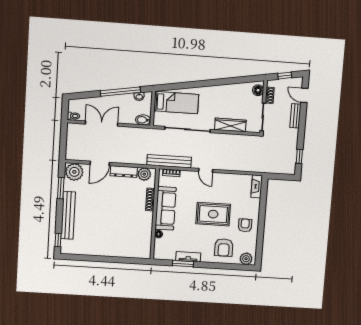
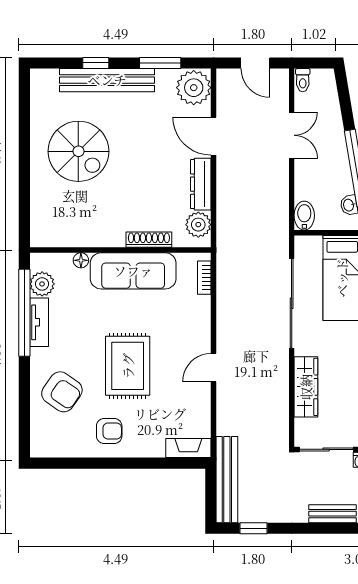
double door: (102, 124) -> (292, 135), width x0.73
door: (63, 140) -> (255, 63), added
bench: (169, 161) -> (227, 480), moved
door: (206, 170) -> (214, 368), moved
spiral stairs: (103, 232) -> (78, 151), added
window: (58, 240) -> (96, 63), moved
armchair: (224, 248) -> (62, 392), turned -145
plant: (246, 259) -> (42, 284), moved
window: (183, 264) -> (24, 313), width x2.11

